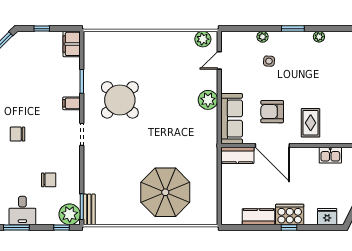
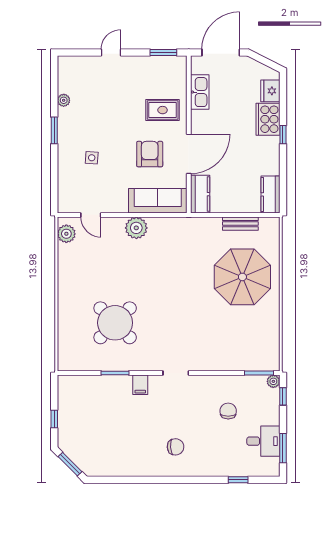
plant: (263, 37) -> (64, 165), removed
filing cabinet: (72, 44) -> (72, 385), removed
round table: (120, 100) -> (115, 323), moved
armchair: (272, 112) -> (150, 154), turned 180
chair: (17, 134) -> (176, 447), turned -94
kitchen sink: (330, 155) -> (200, 92), width x1.38
bench: (89, 209) -> (240, 224), moved
plant: (70, 214) -> (273, 381), width x0.53, depth x0.53
cooker: (290, 215) -> (268, 119), moved
kitchen counter: (258, 217) -> (271, 194), moved

